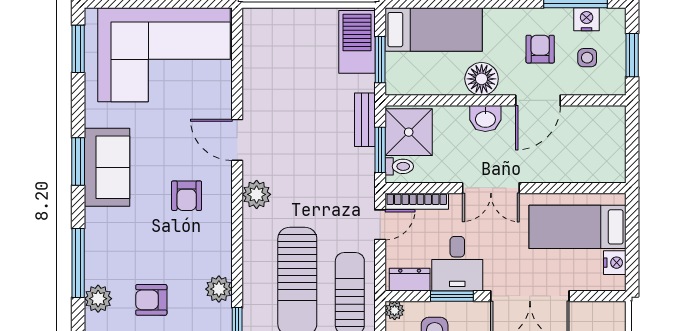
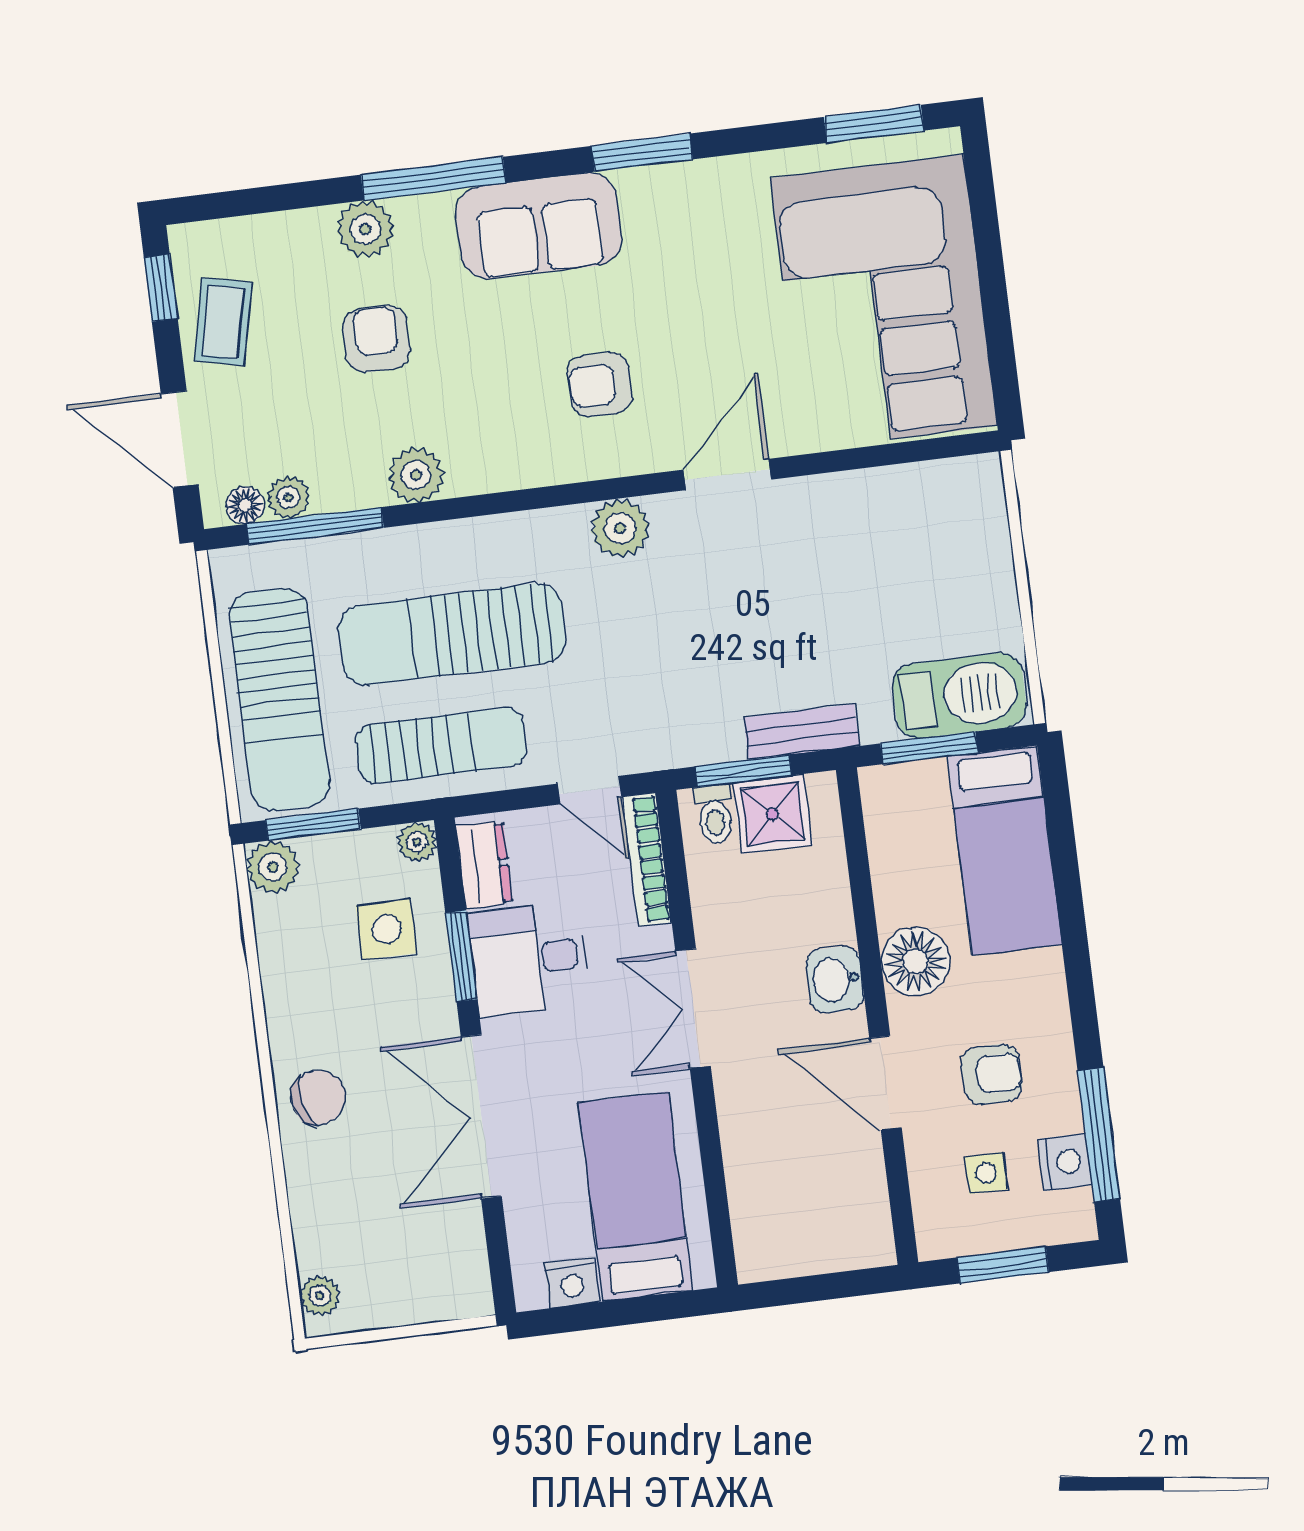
shower: (409, 132) -> (773, 814), width x0.73, depth x0.73
sofa: (107, 167) -> (539, 226), moved

